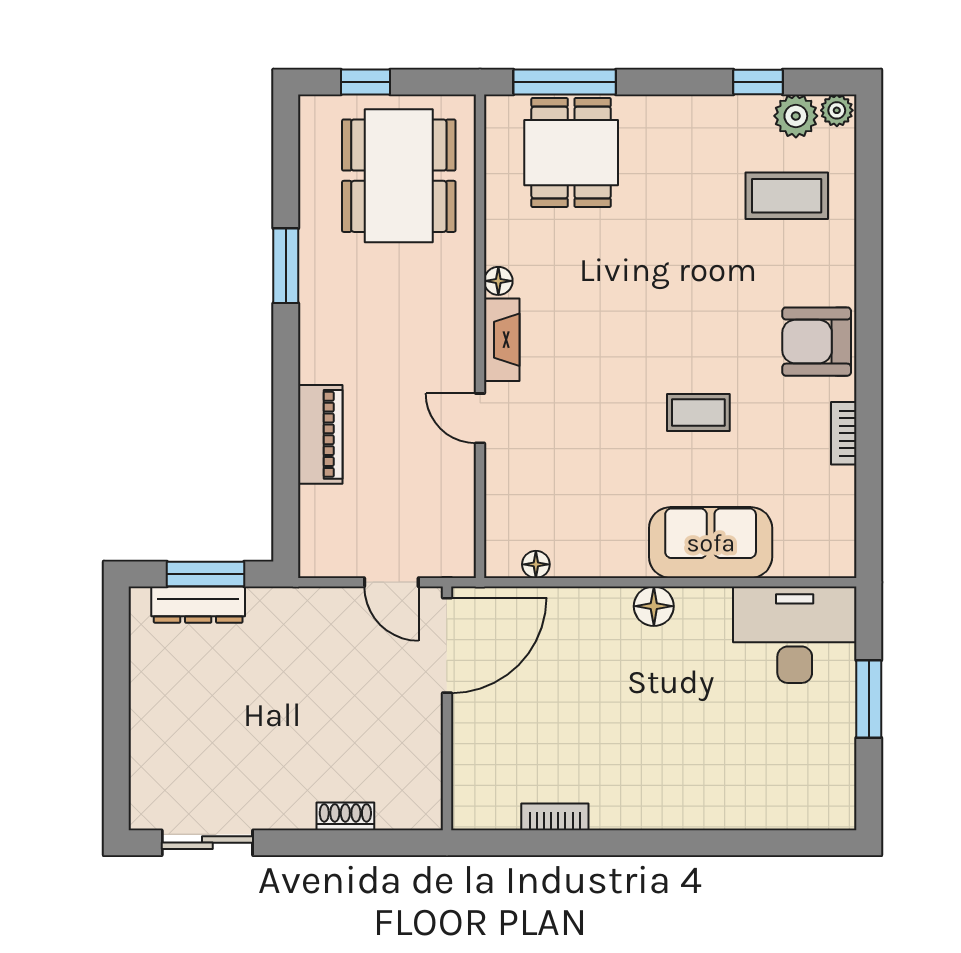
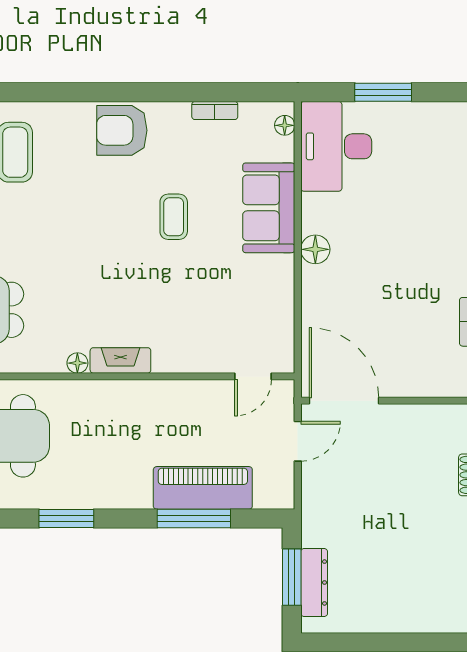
armchair: (817, 342) -> (122, 130), turned 90
door: (480, 418) -> (253, 376), moved
bookcase: (844, 433) -> (215, 110), moved
piano: (320, 434) -> (203, 488), width x1.37, depth x1.33
window: (286, 440) -> (194, 518), added
floor lamp: (536, 564) -> (285, 125), moved

